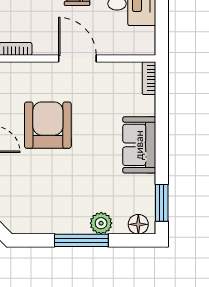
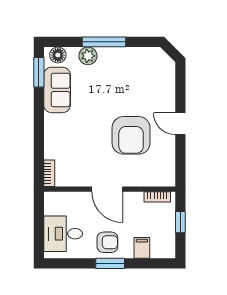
sofa: (139, 145) -> (57, 90), moved

